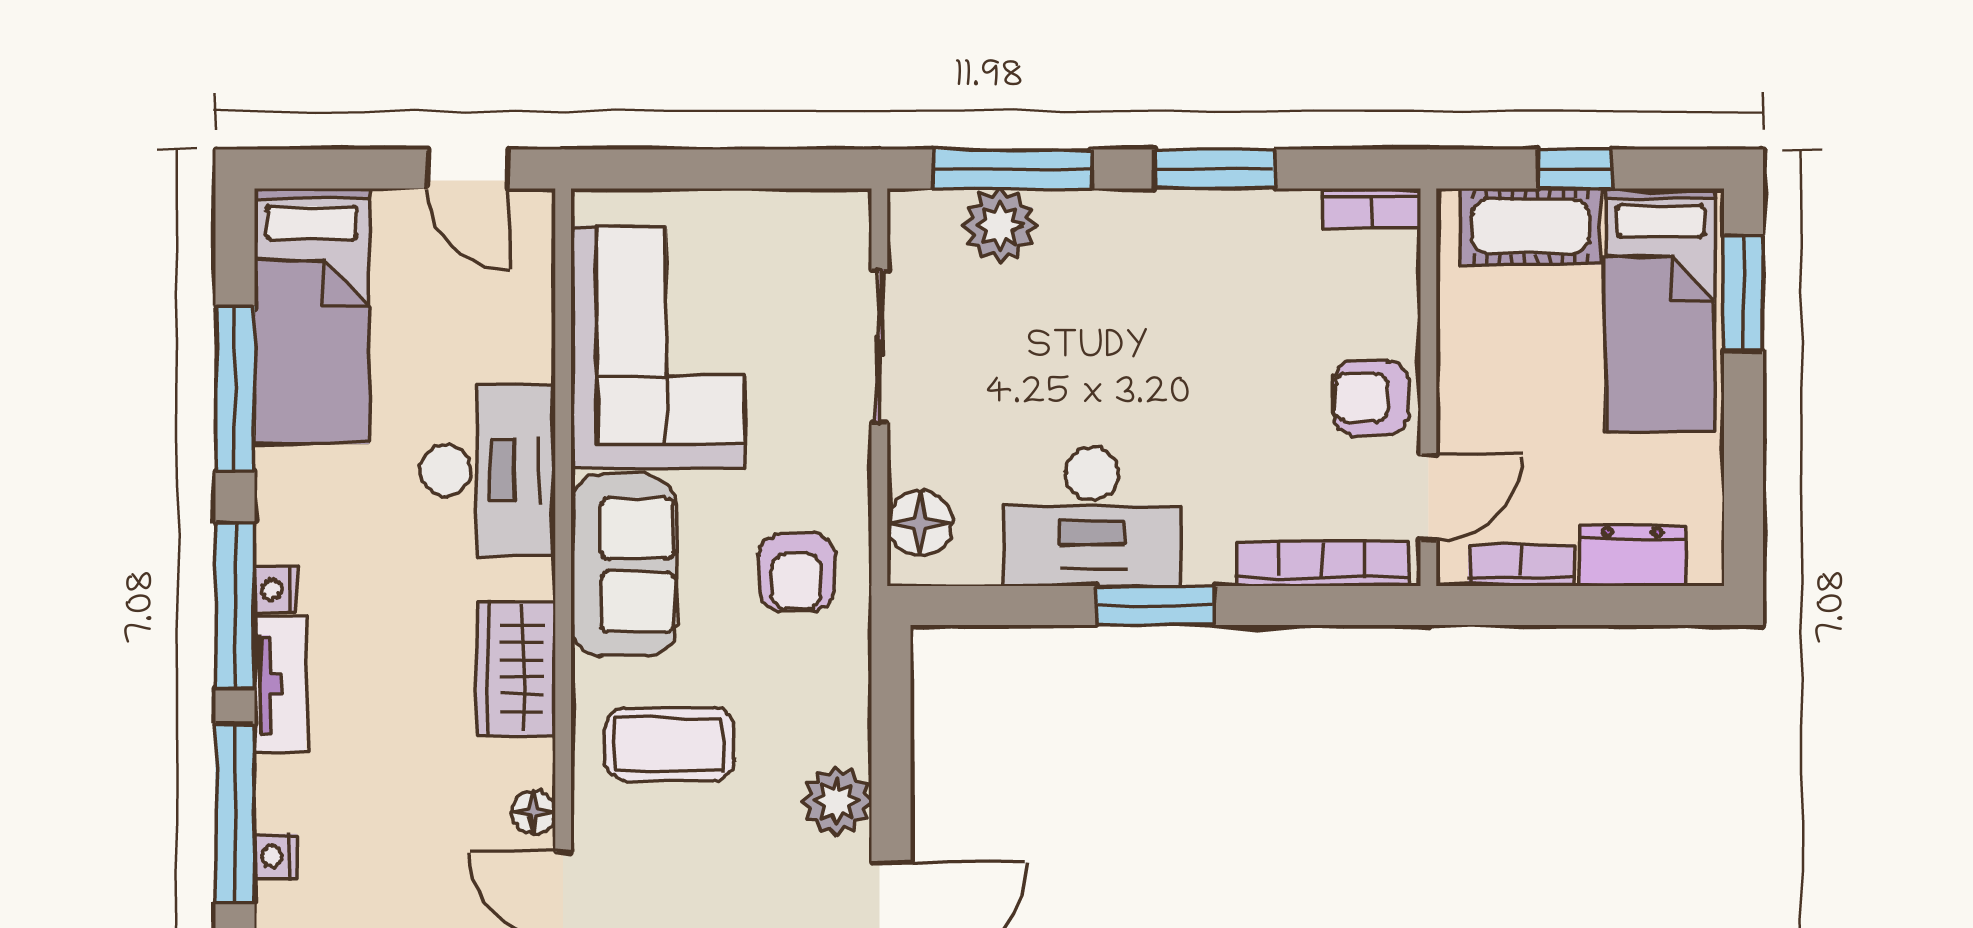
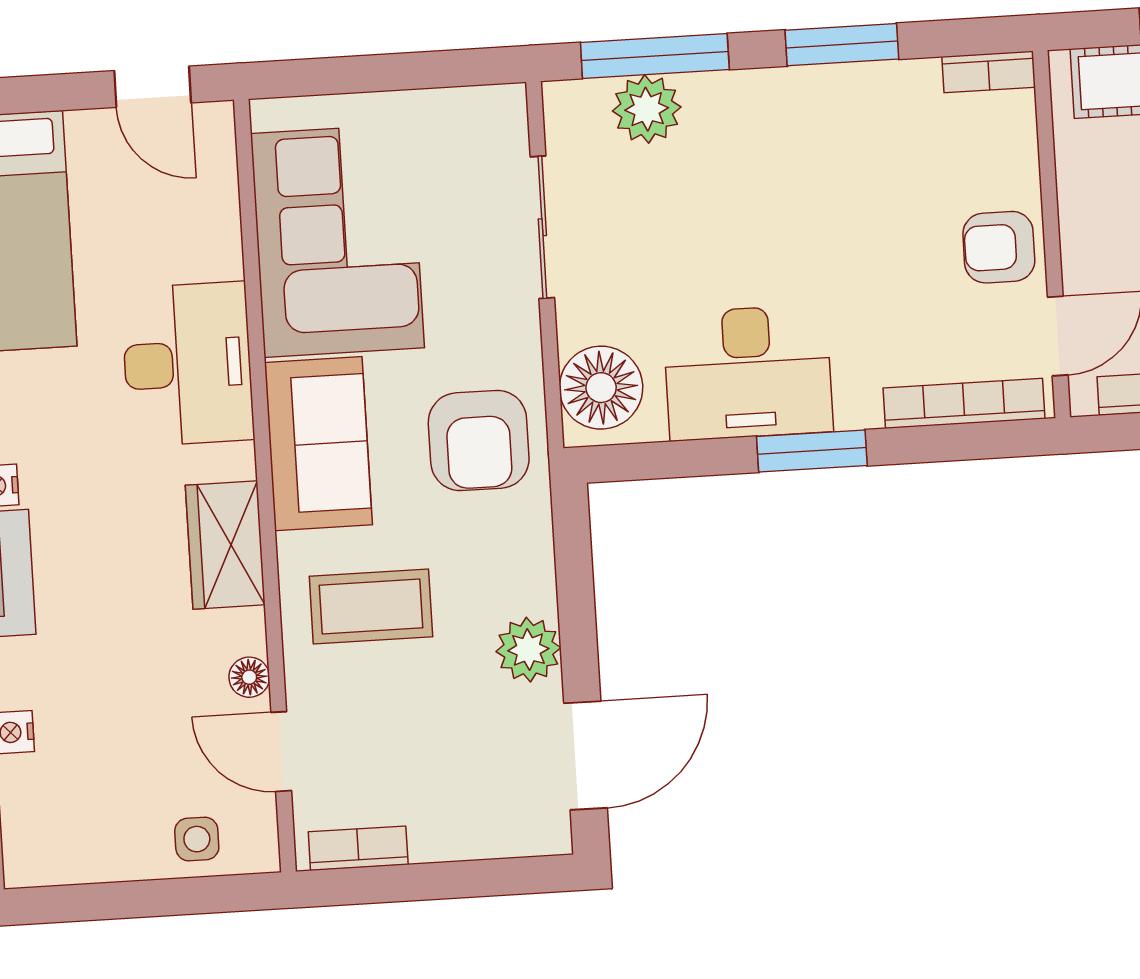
floor lamp: (920, 523) -> (601, 388), width x1.38, depth x1.38
armchair: (797, 572) -> (479, 440), width x1.38, depth x1.38

